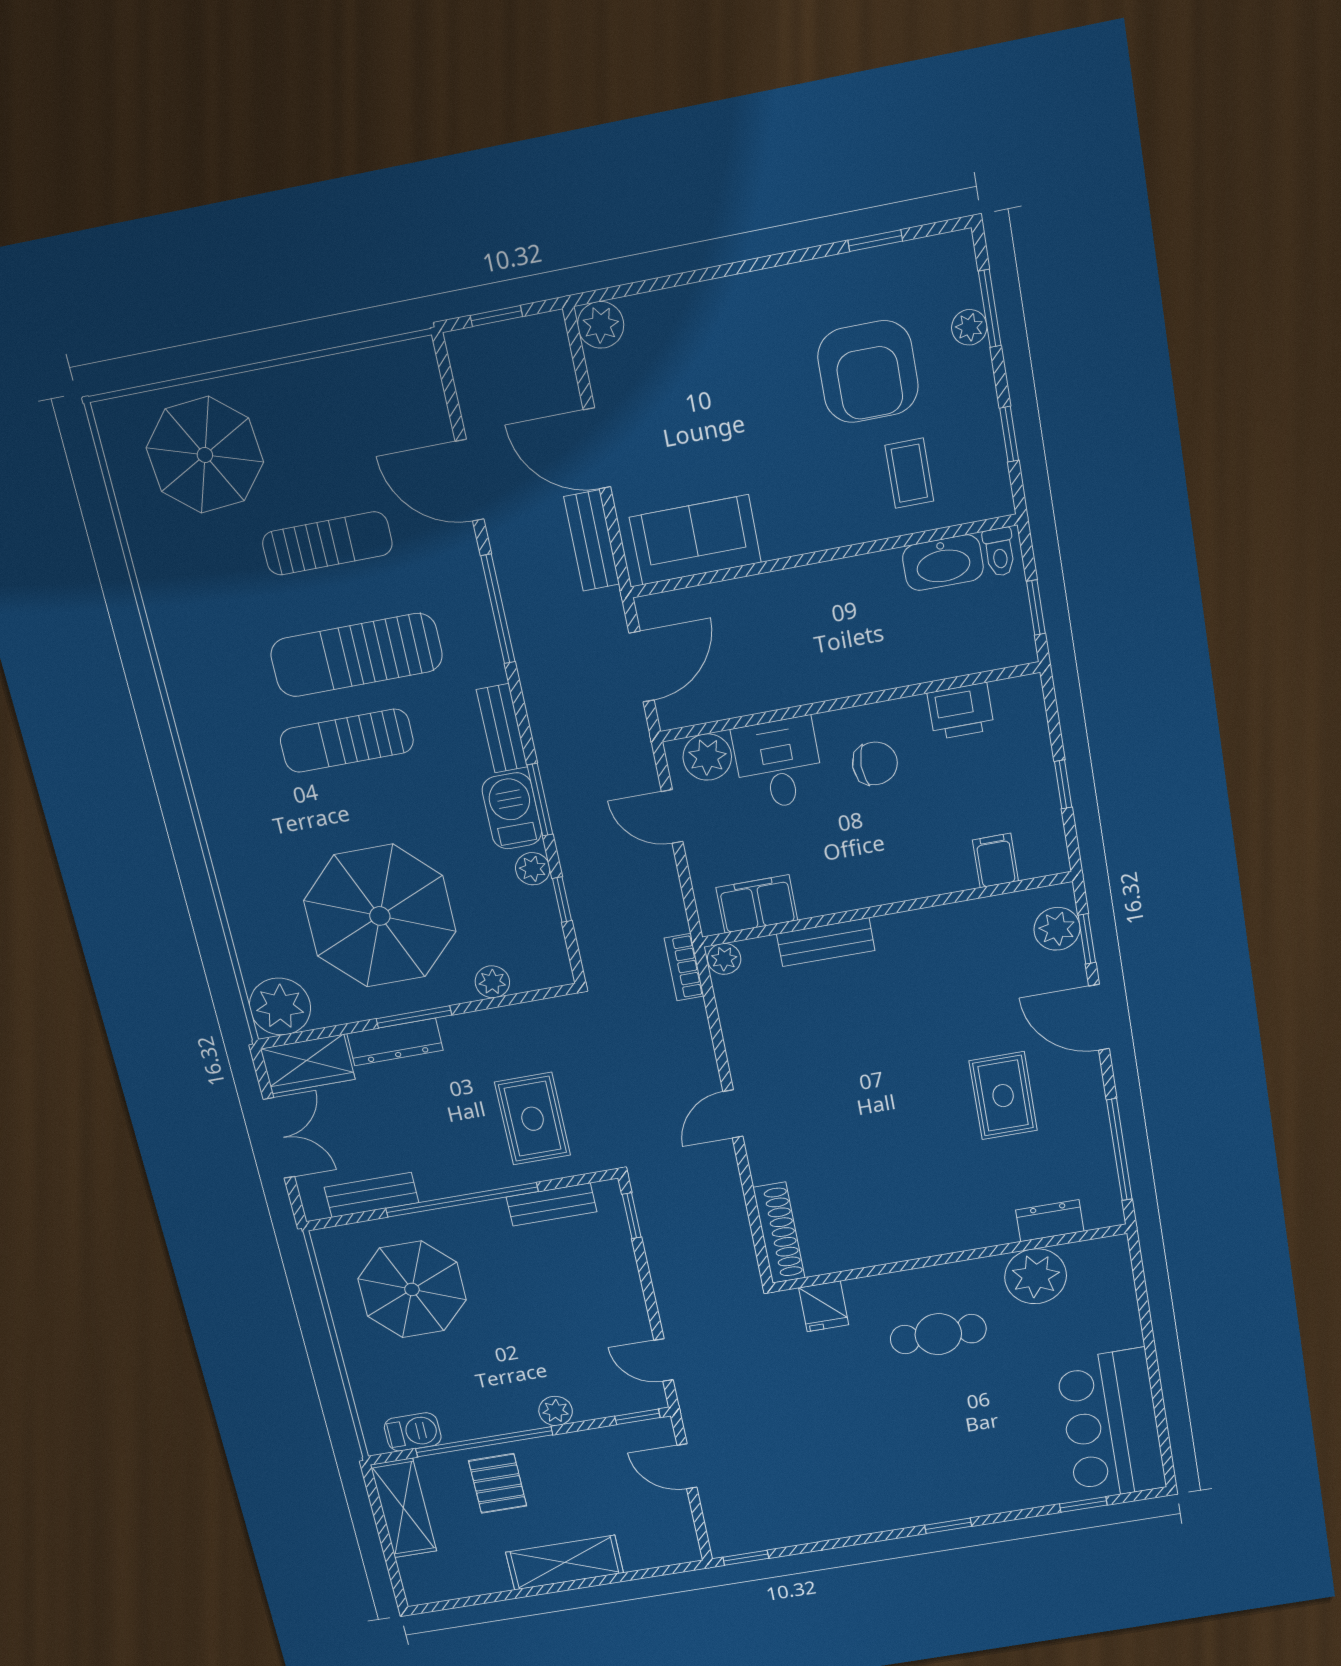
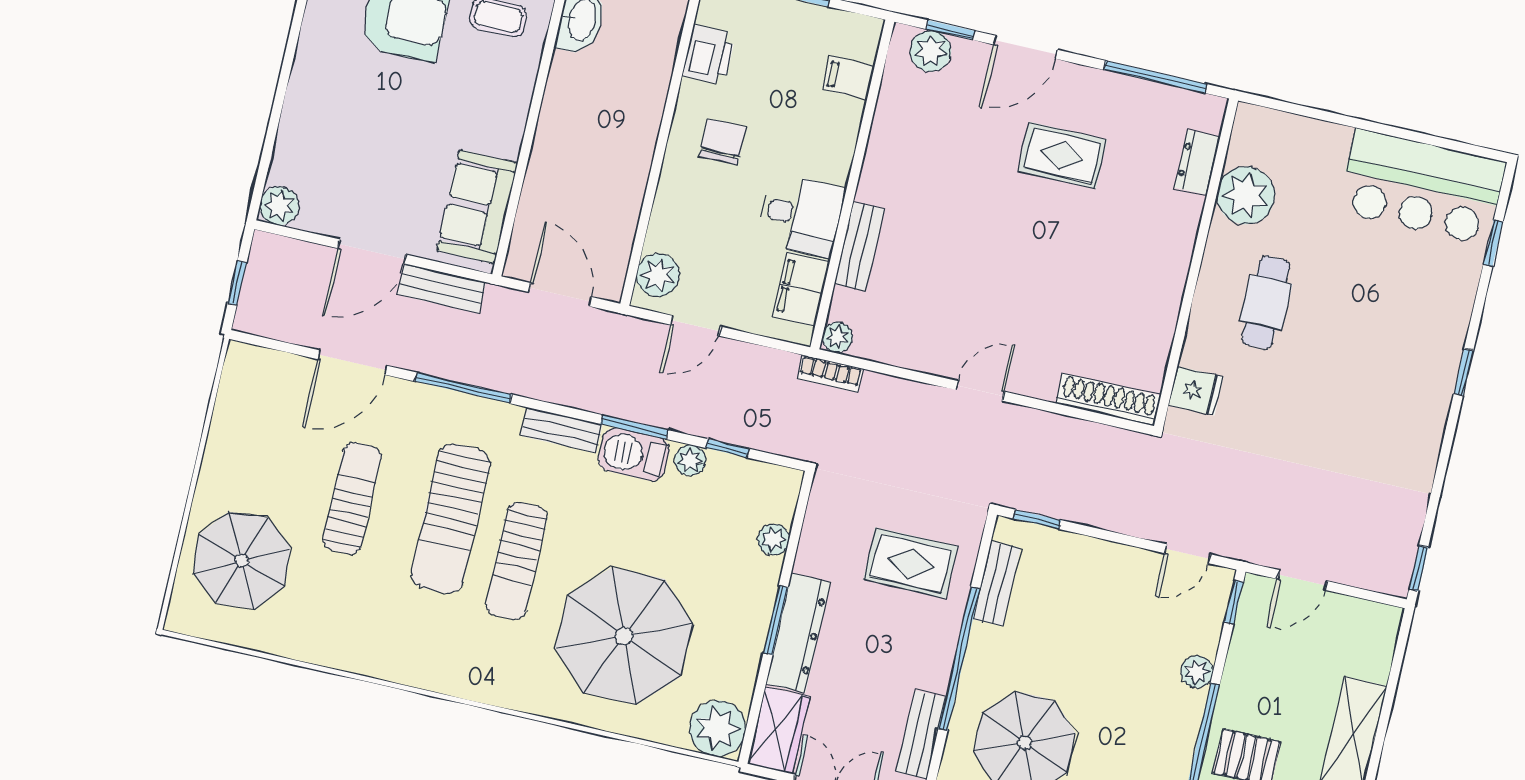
desk: (778, 764) -> (801, 215), moved, turned 180
parasol: (380, 916) -> (624, 636), moved
dresser: (395, 1042) -> (798, 633), width x1.37, depth x1.24
door: (733, 1114) -> (980, 391), swing flipped

